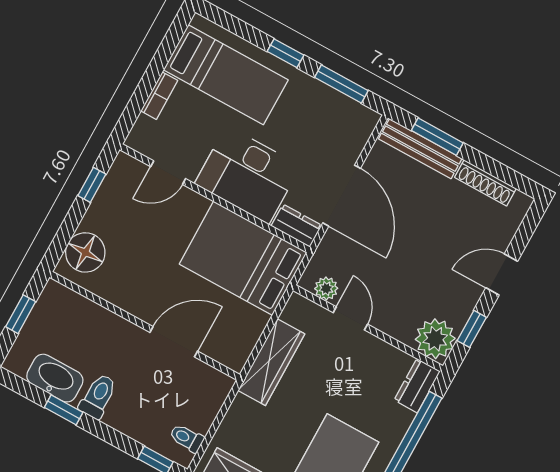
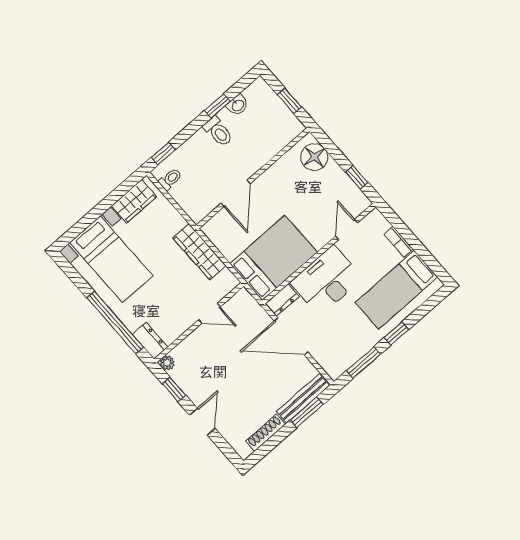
plant: (326, 288) -> (234, 305), removed
plant: (435, 339) -> (167, 363), width x0.53, depth x0.53
washbasin: (55, 378) -> (238, 105), width x0.52, depth x0.69

